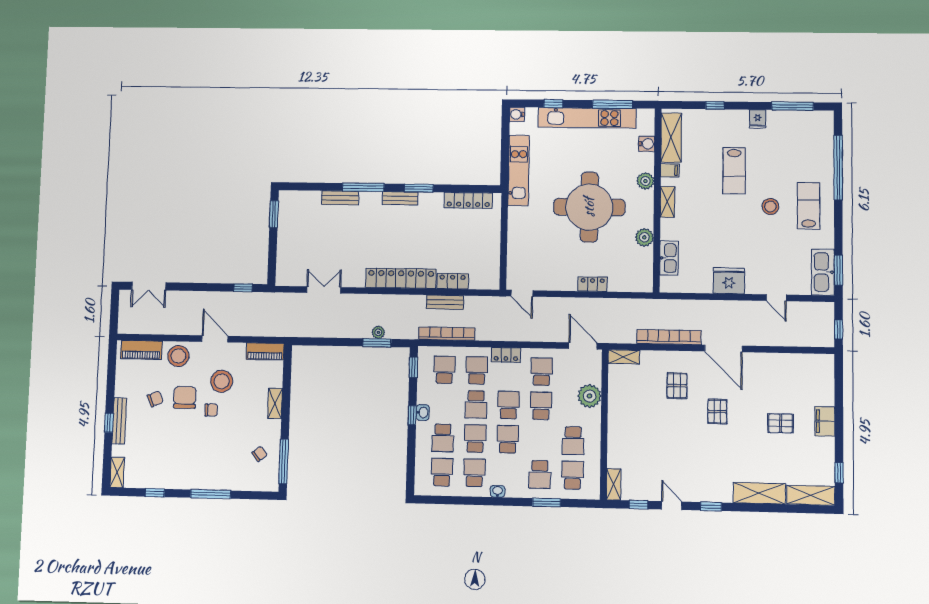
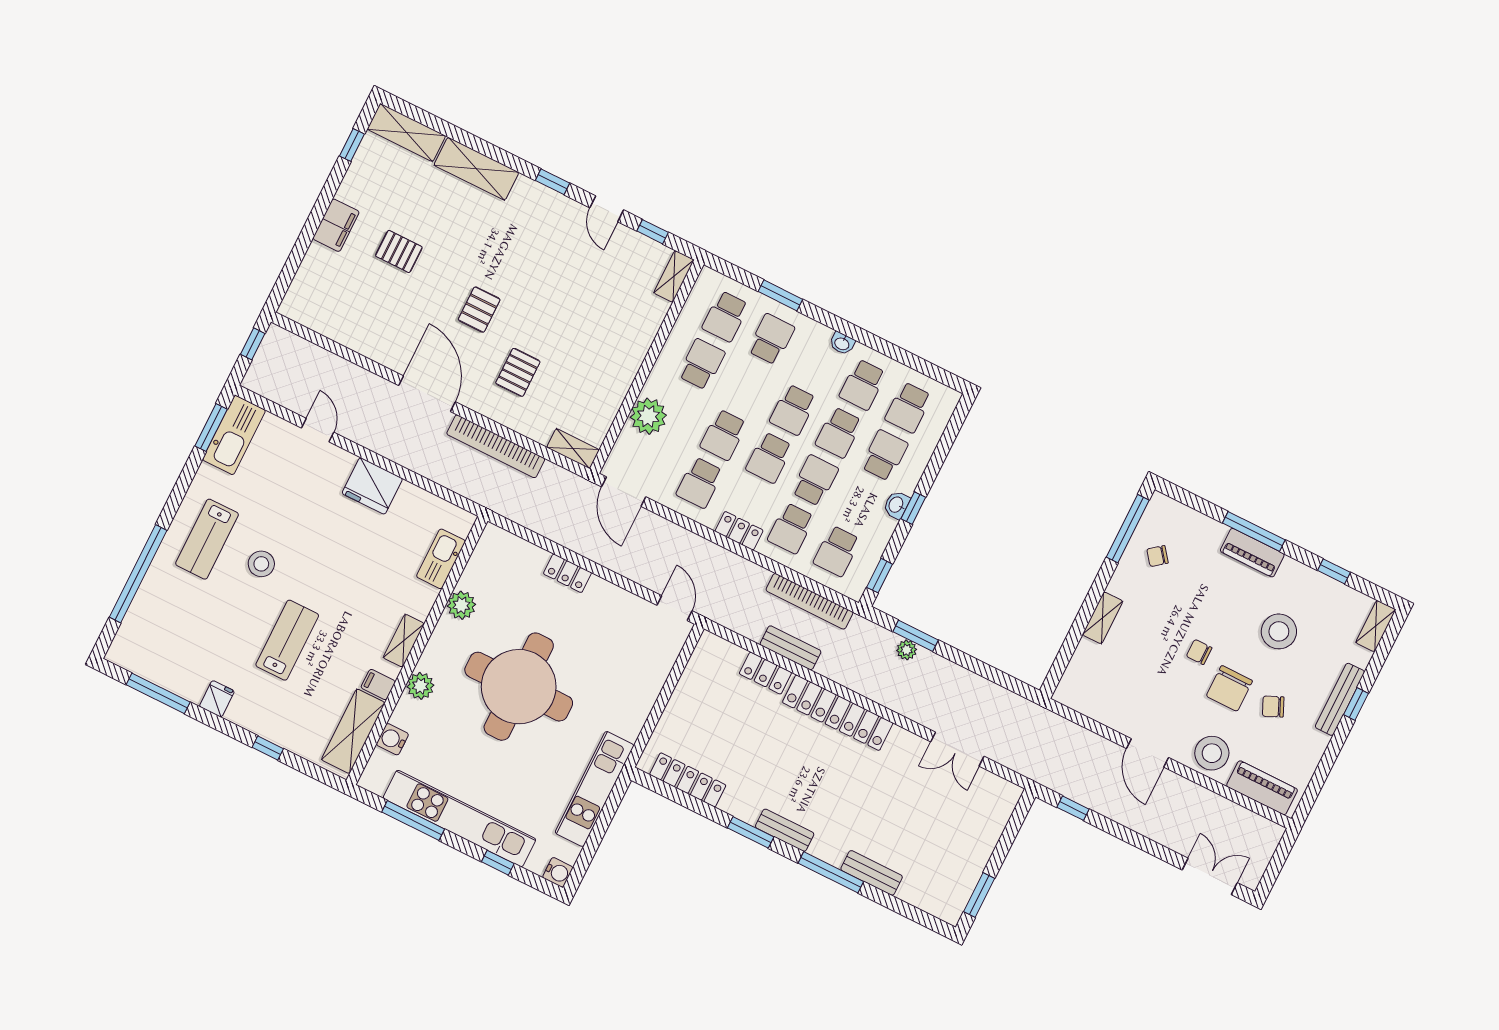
piano: (265, 351) -> (1252, 553), moved, turned 180
stool: (222, 381) -> (1279, 631), moved

